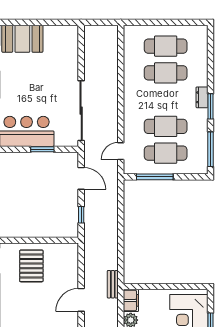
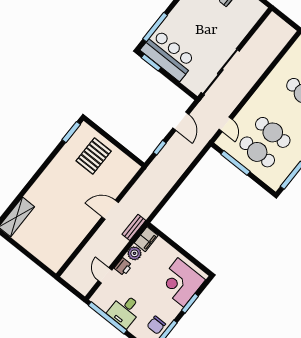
window: (42, 149) -> (151, 63), moved
door: (121, 151) -> (226, 124), swing flipped
bench: (113, 284) -> (134, 227), moved

